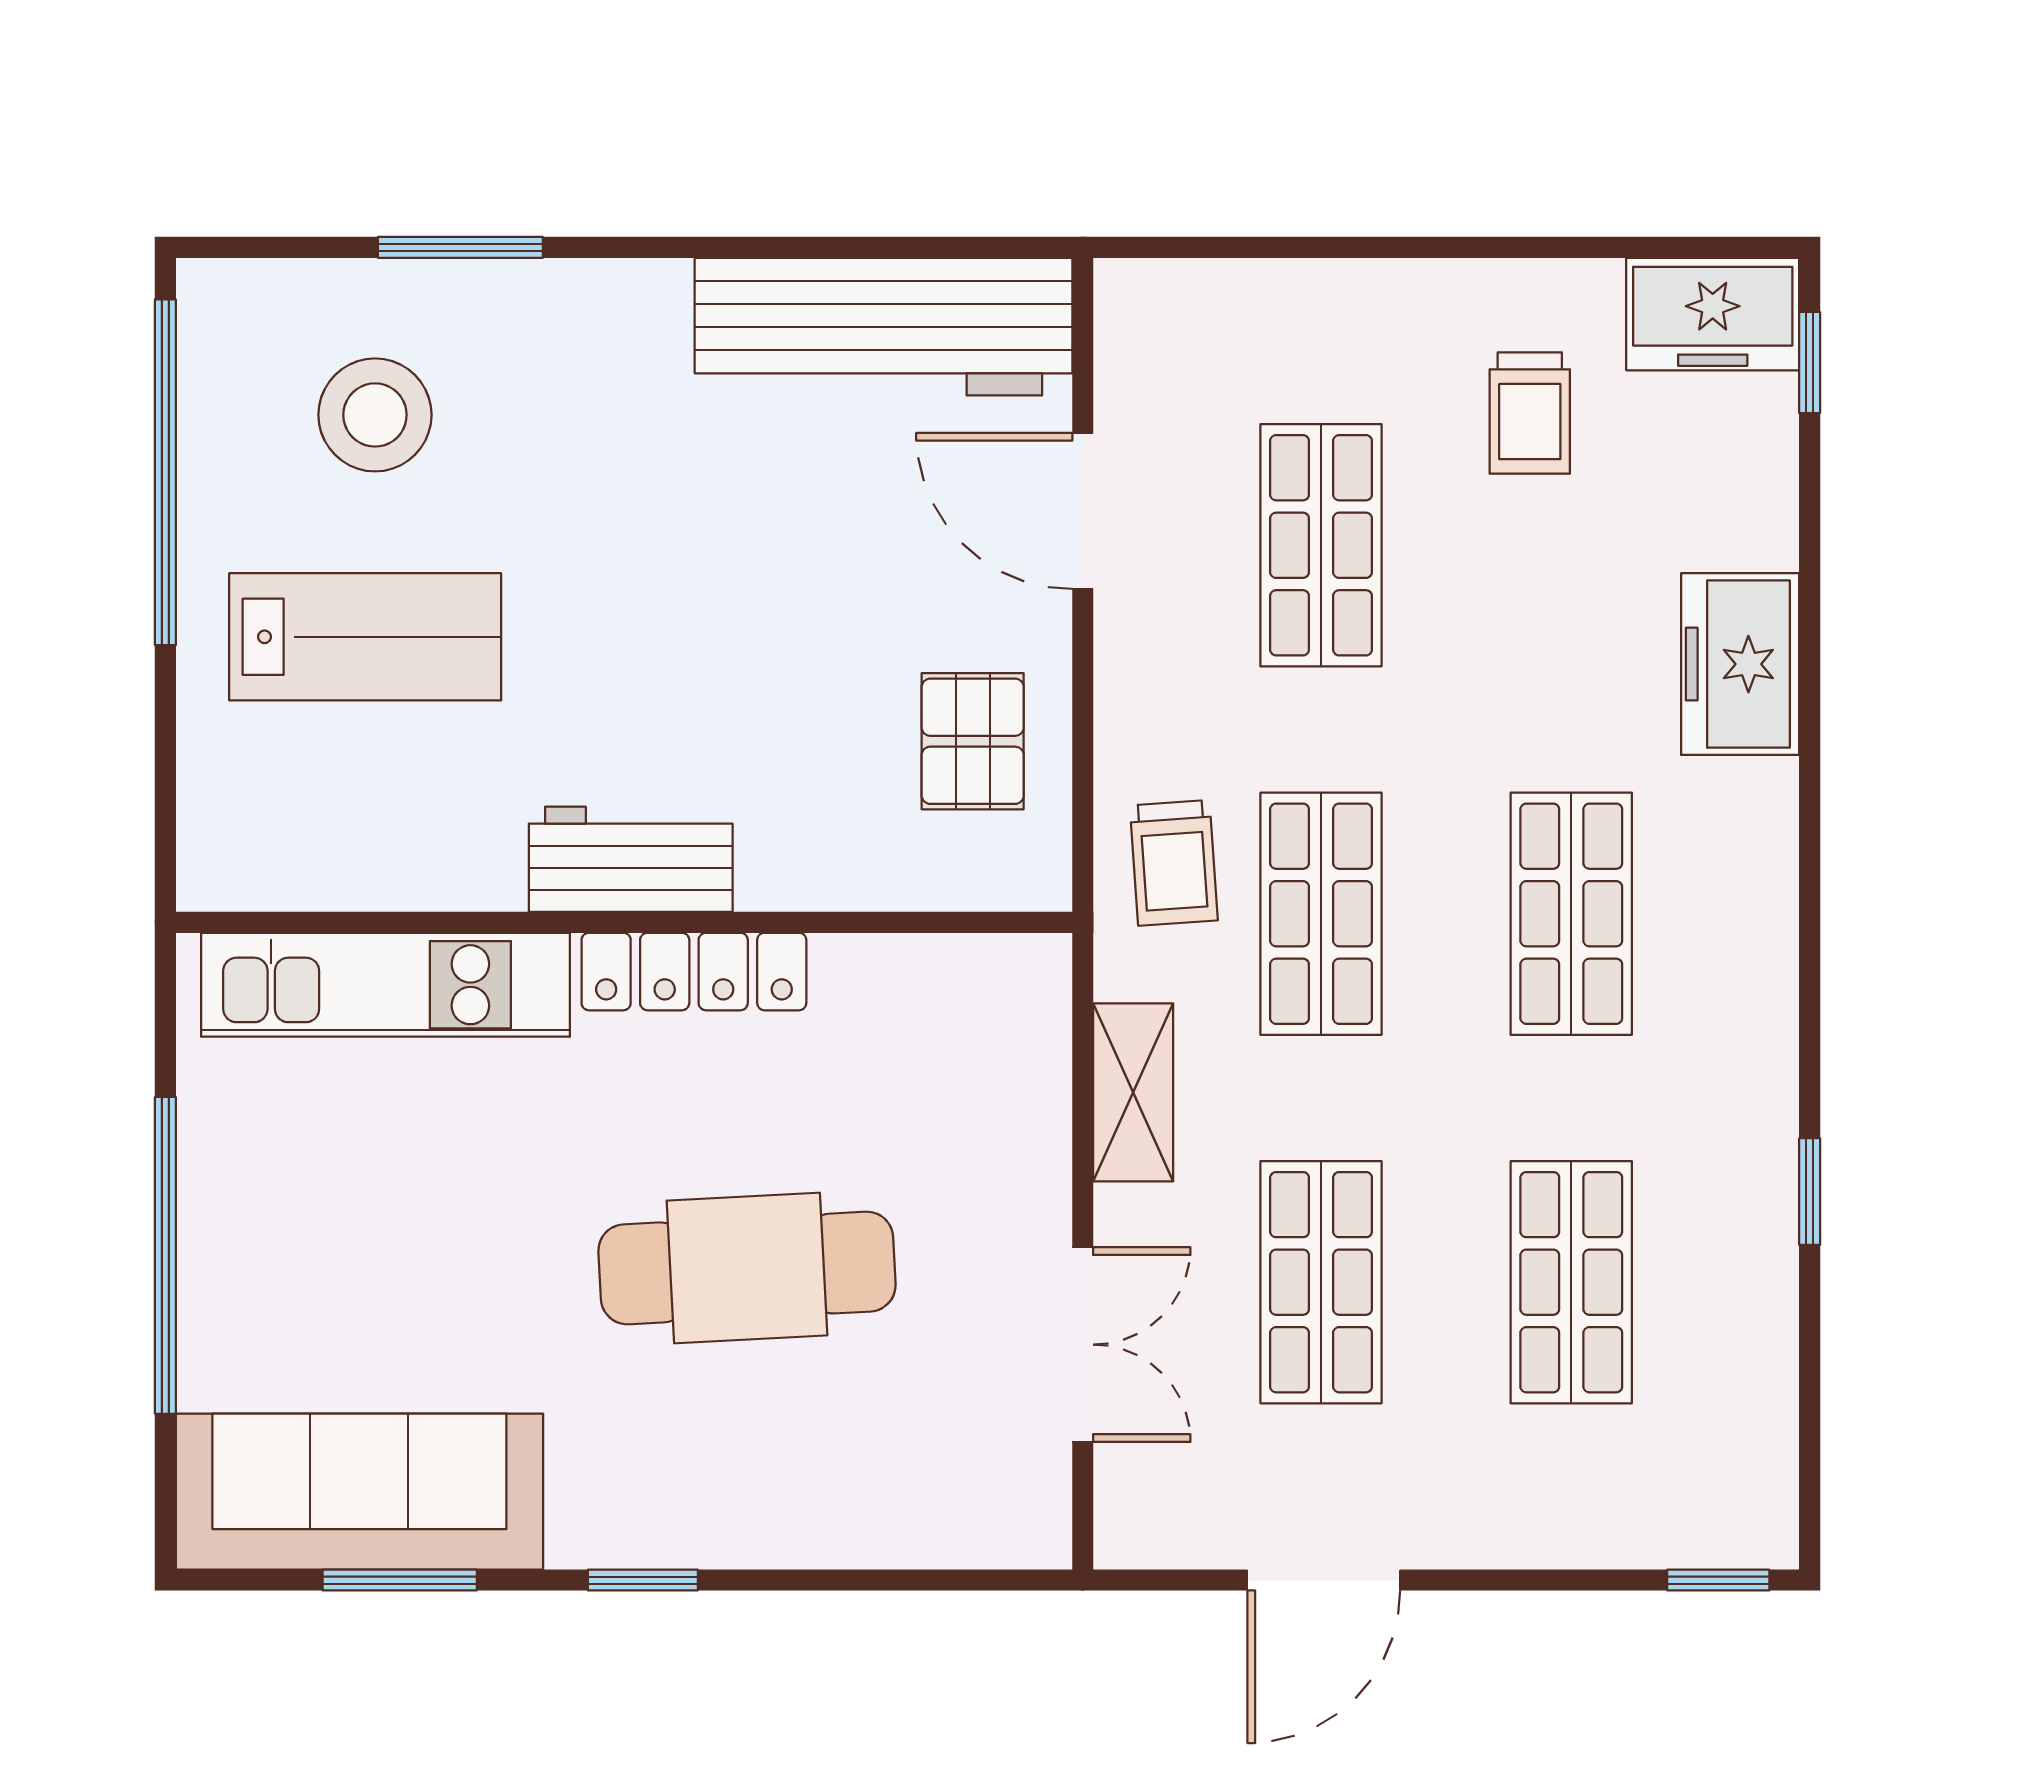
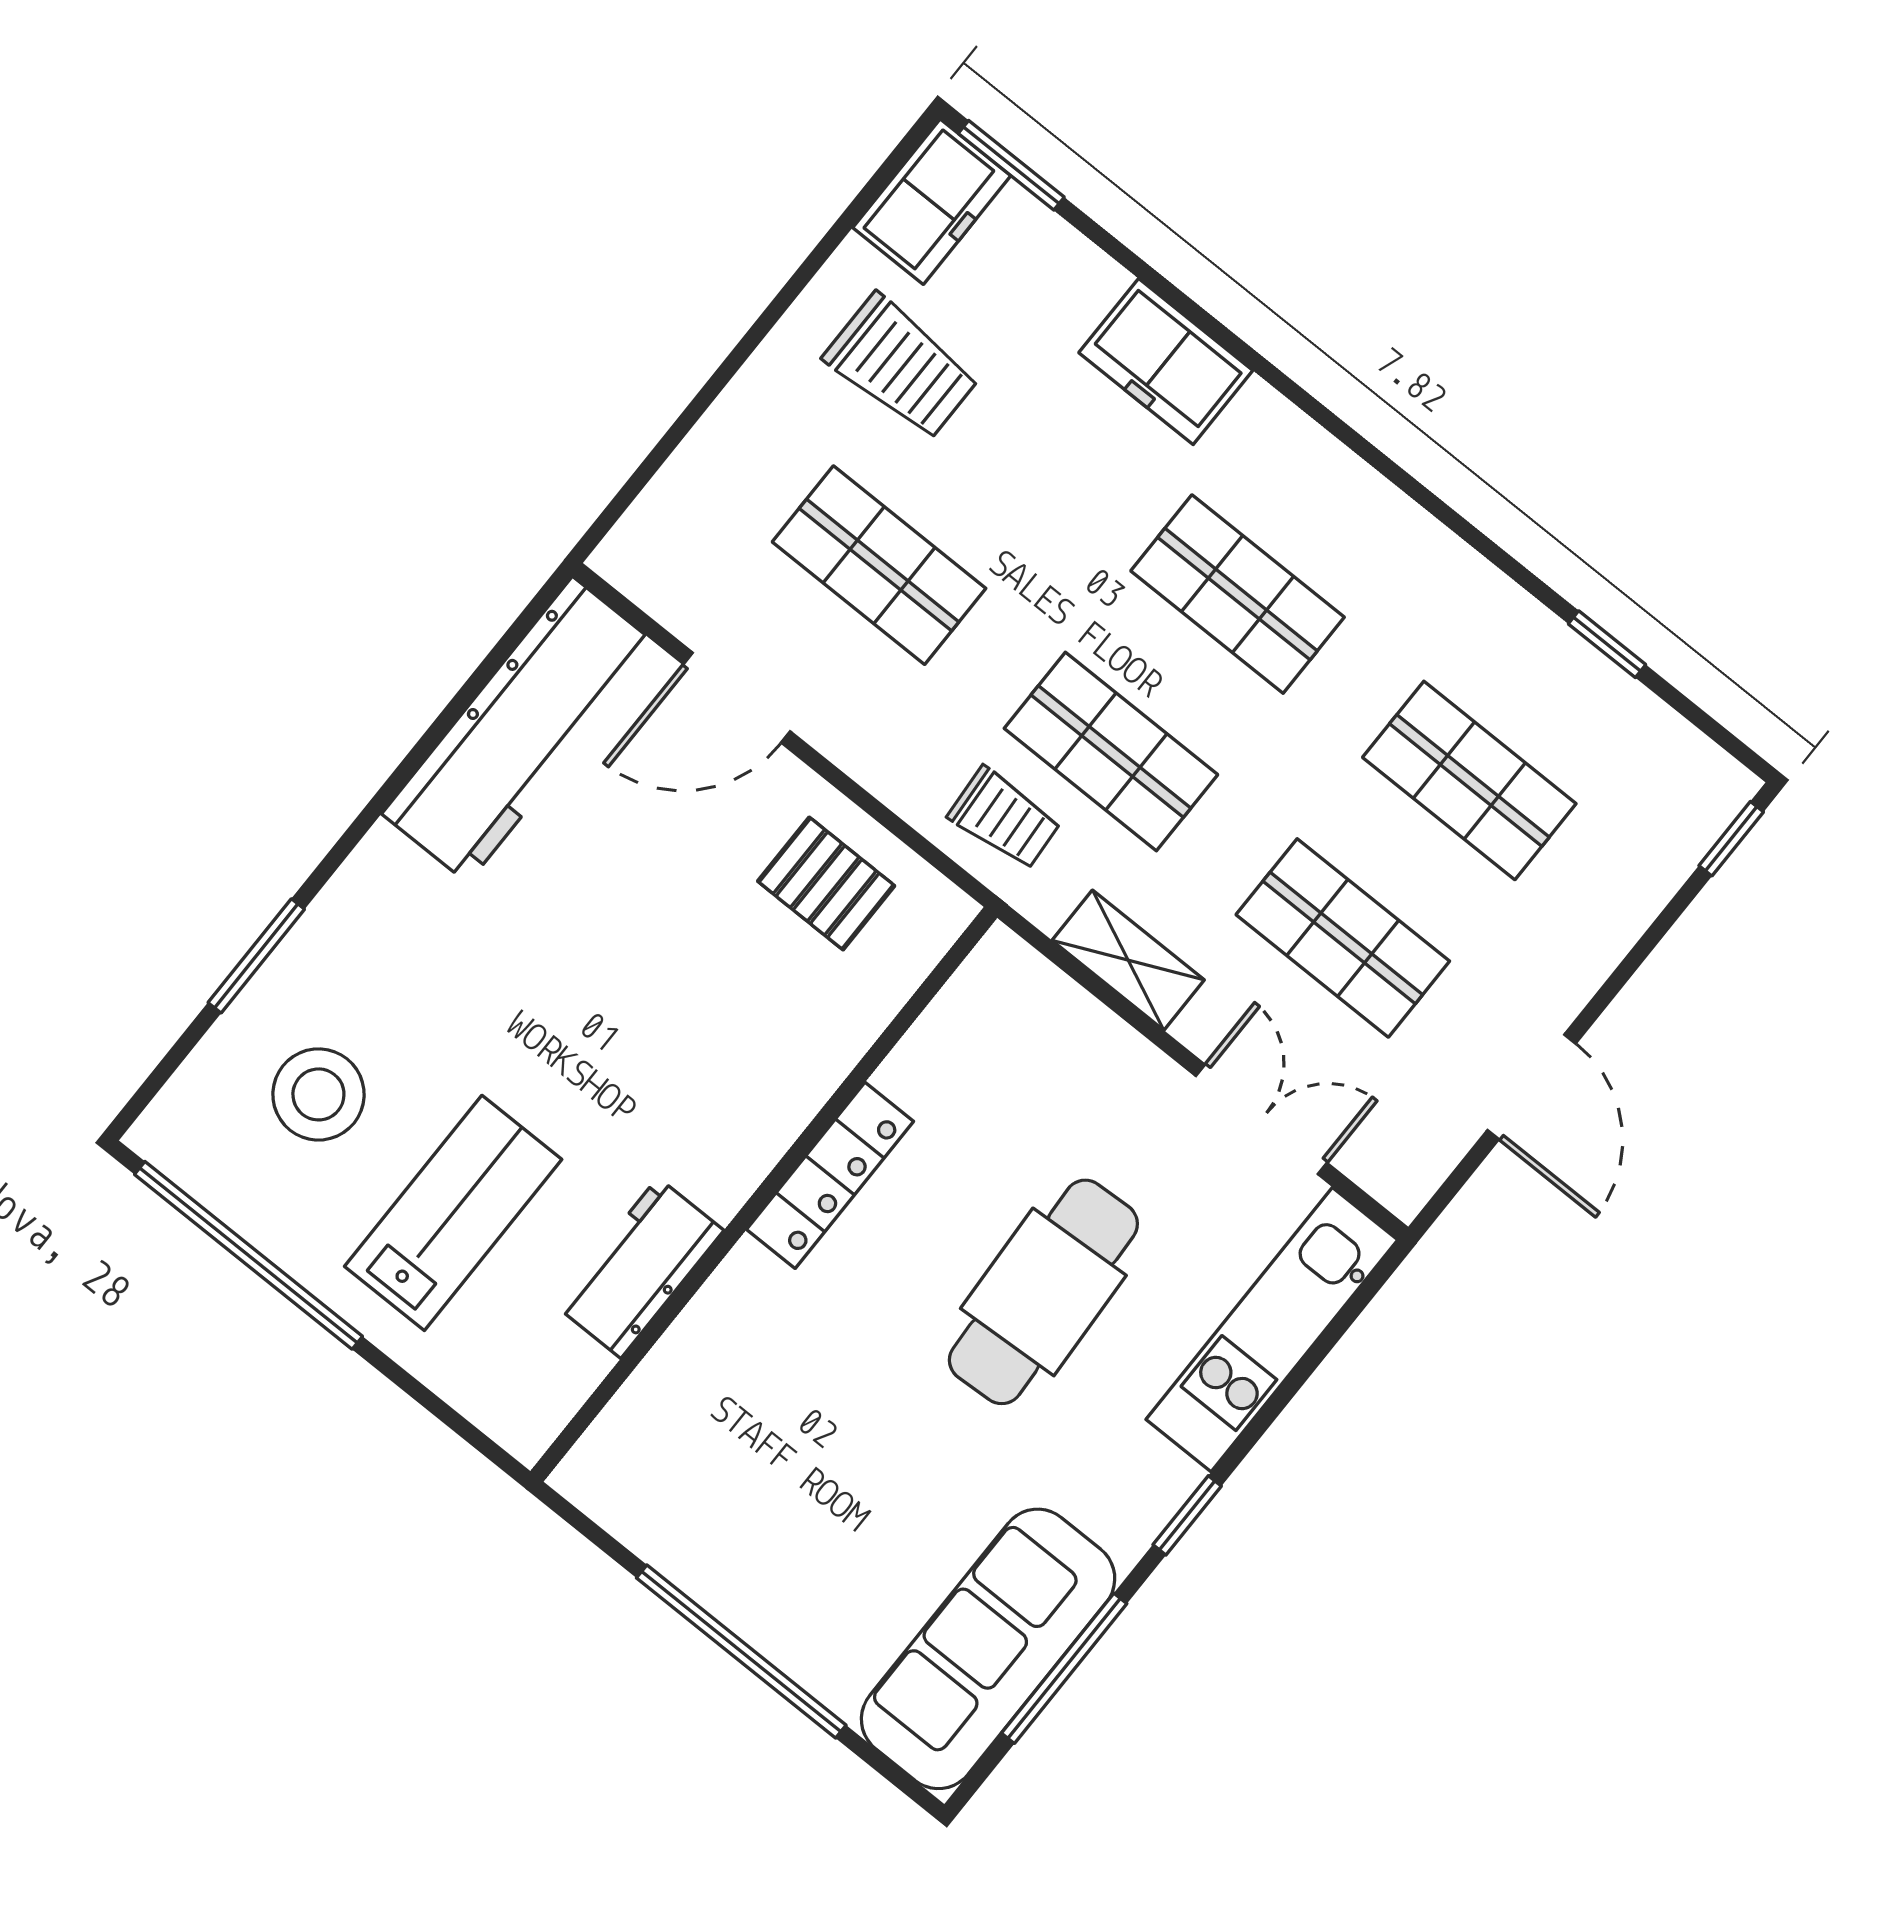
window: (1810, 363) -> (1011, 165), width x1.50
trolley: (1530, 413) -> (901, 367), width x1.36, depth x1.39
workbench: (631, 859) -> (639, 1268), moved
kitchen unit: (386, 985) -> (1272, 1330), moved, turned 180
window: (1810, 1192) -> (1607, 644), moved
window: (400, 1580) -> (1064, 1668), width x1.44

